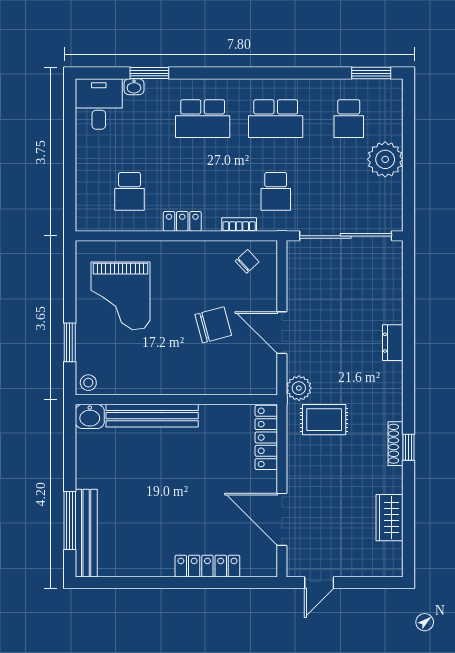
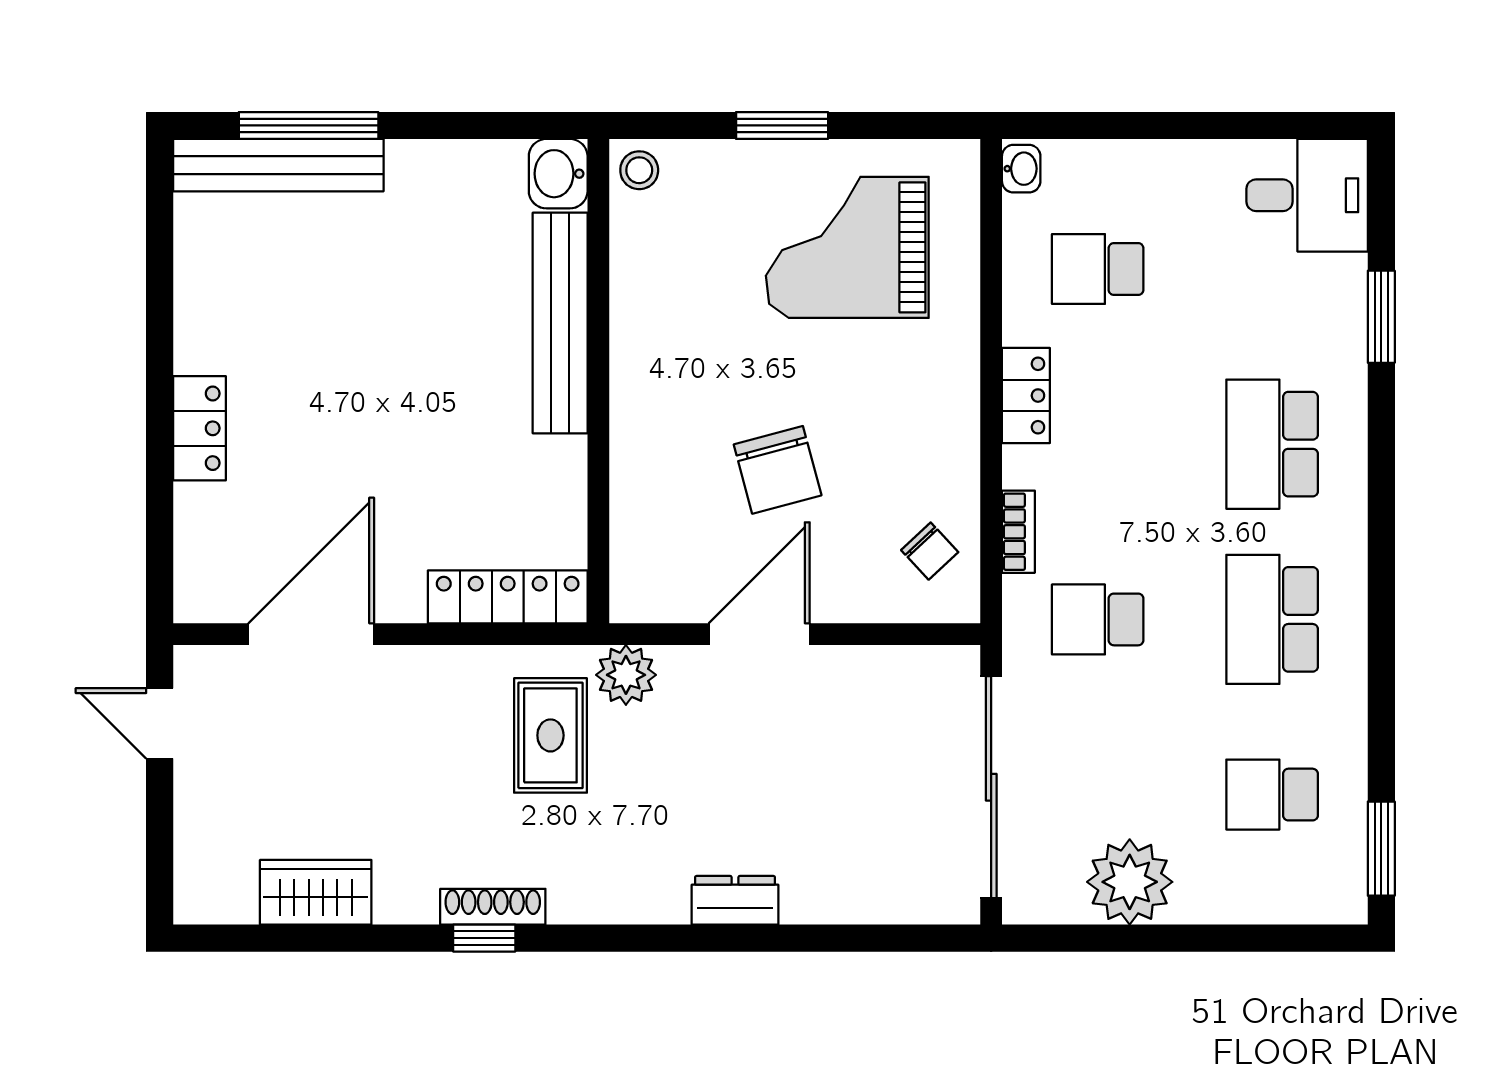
washbasin: (134, 87) -> (1021, 169), moved, turned 180
plant: (385, 159) -> (1130, 882), moved
window: (70, 342) -> (782, 125), moved
locker: (207, 566) -> (199, 428), width x0.66

